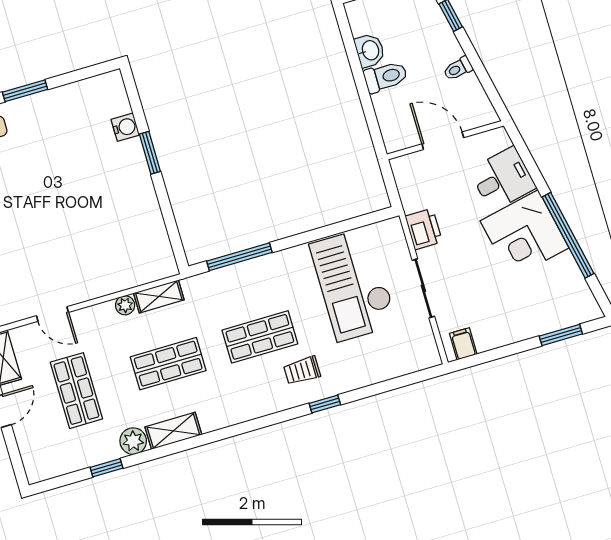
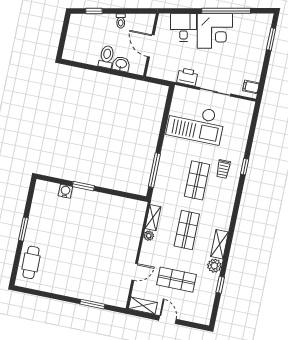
washbasin: (370, 50) -> (121, 64), moved
door: (443, 141) -> (151, 46), hinge flipped

